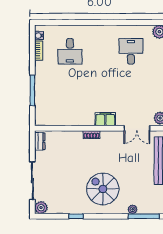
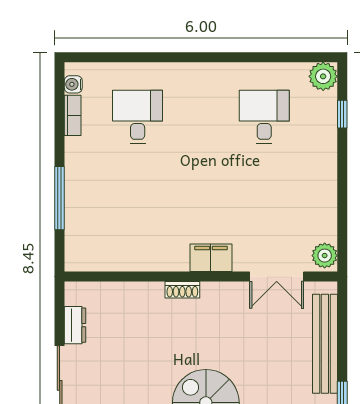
desk: (70, 51) -> (138, 117), turned 180
dresser: (40, 141) -> (75, 325), moved

